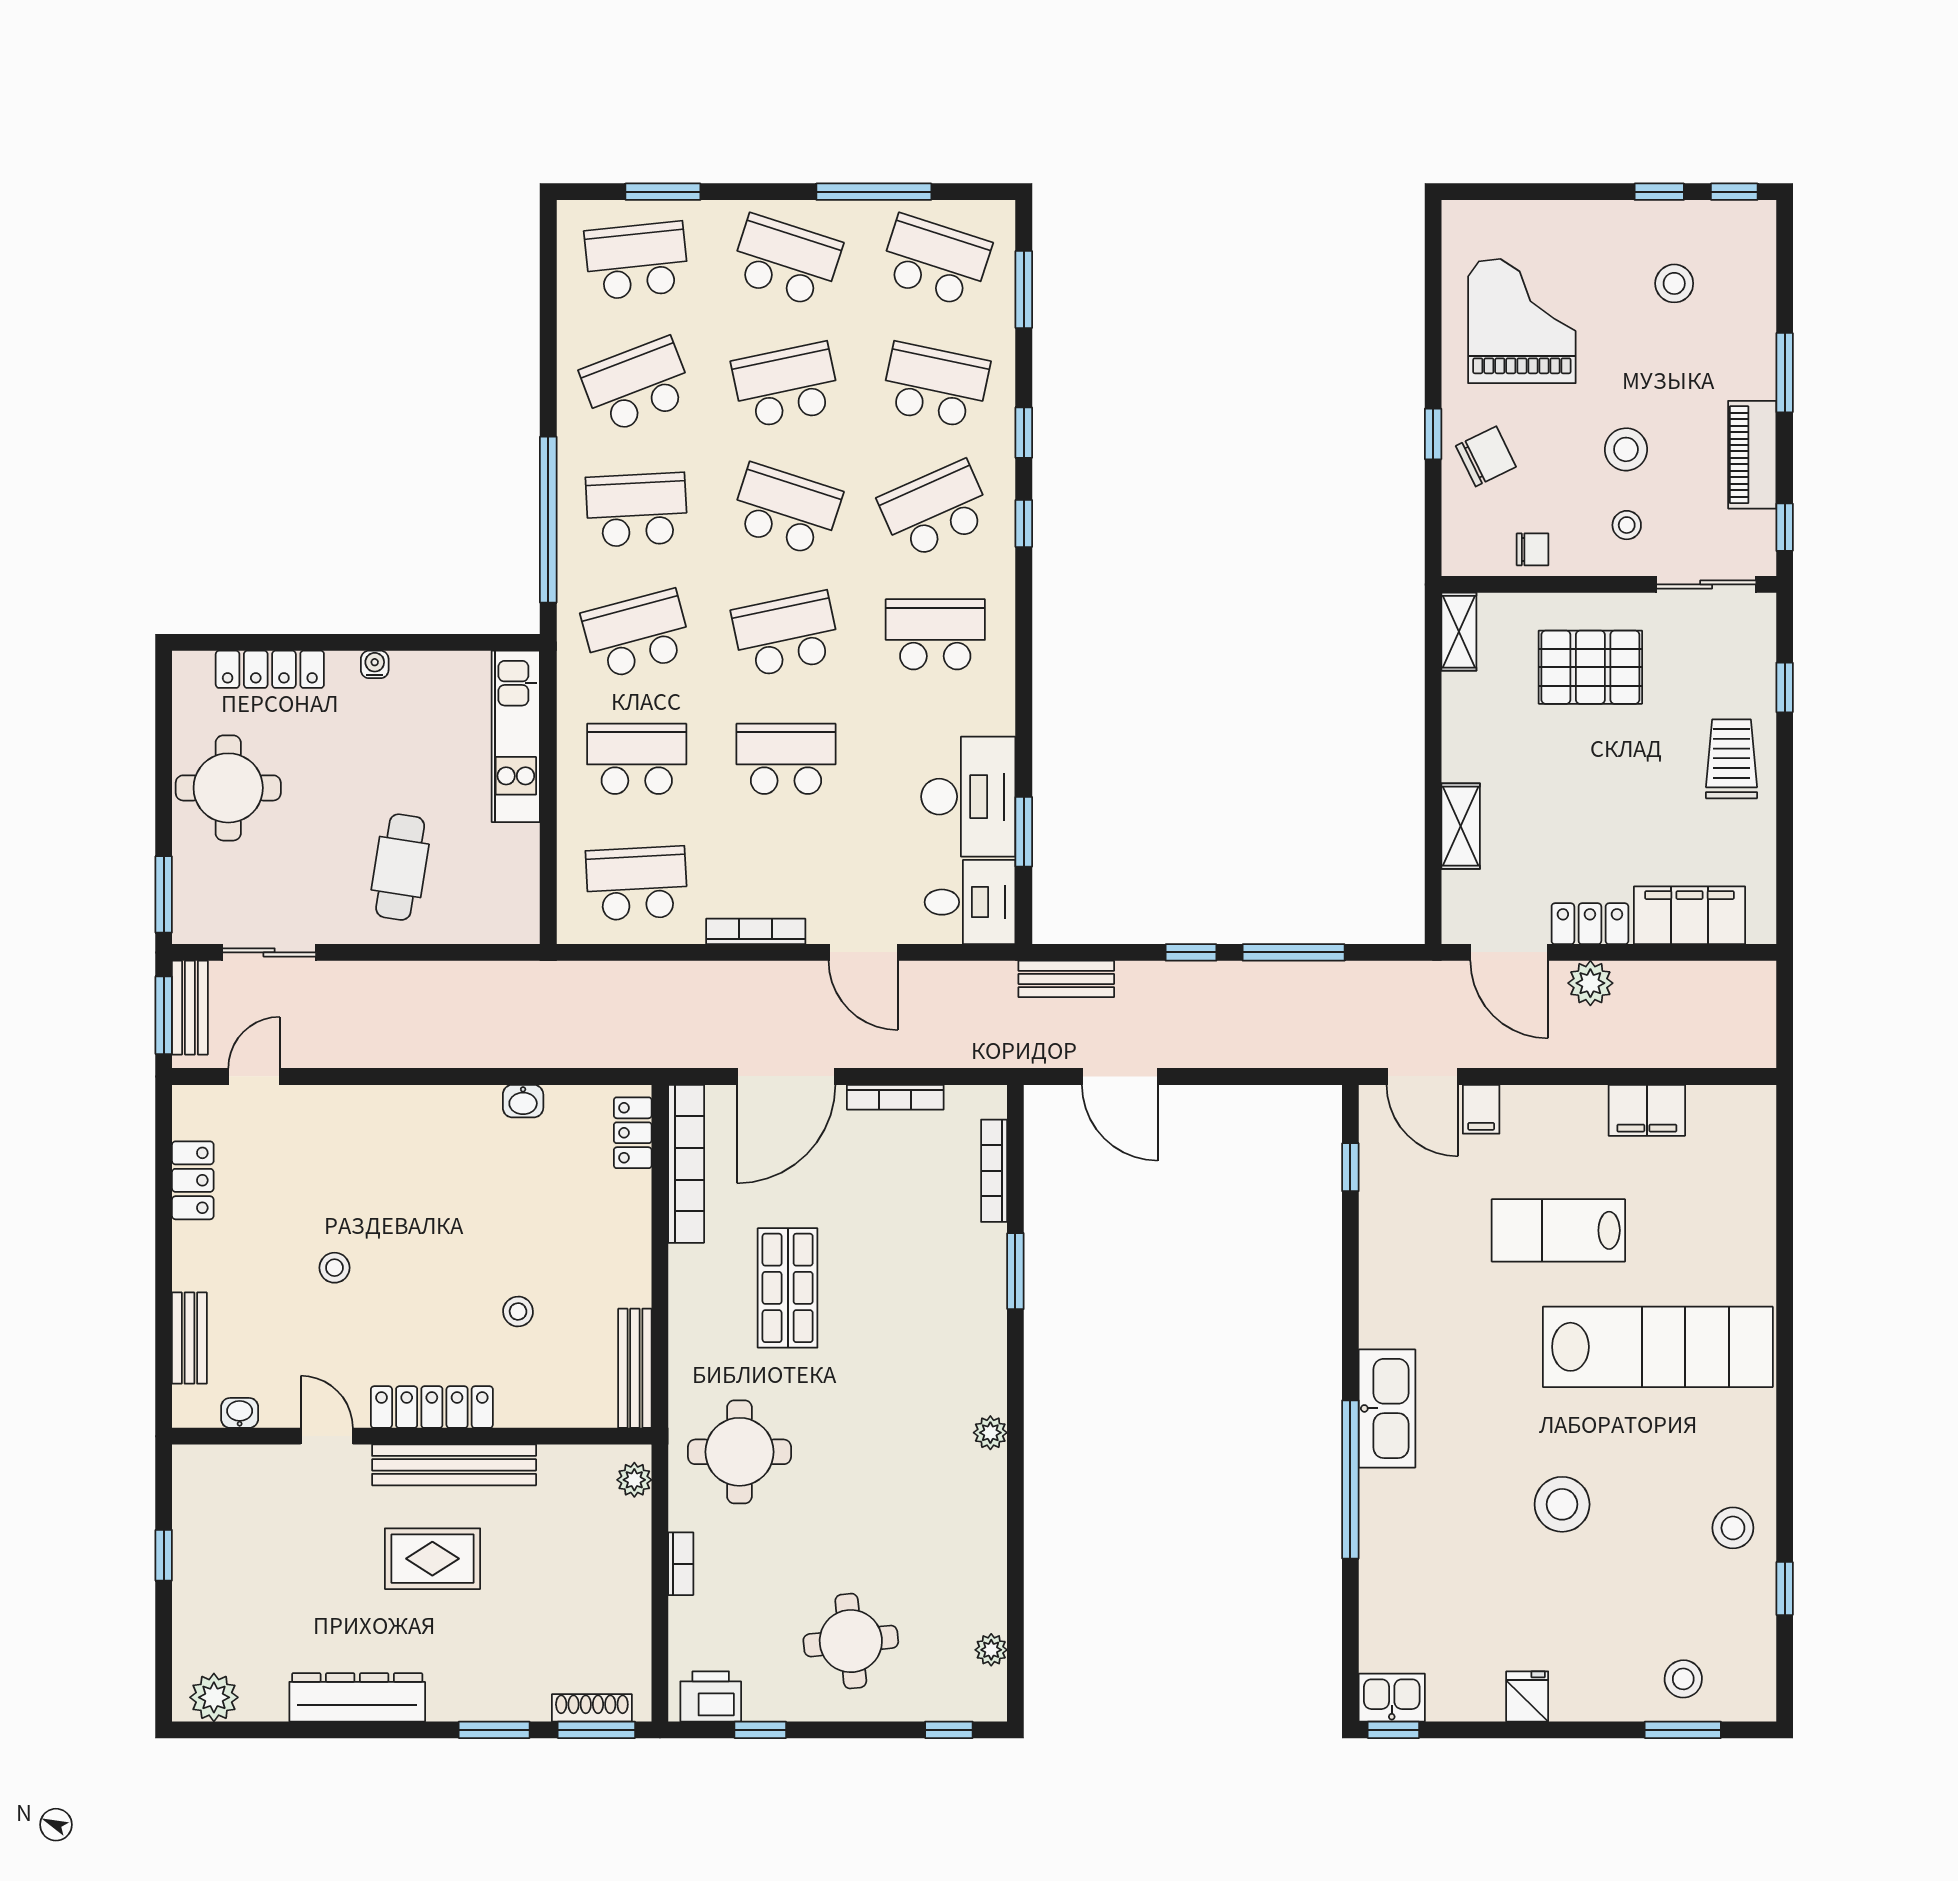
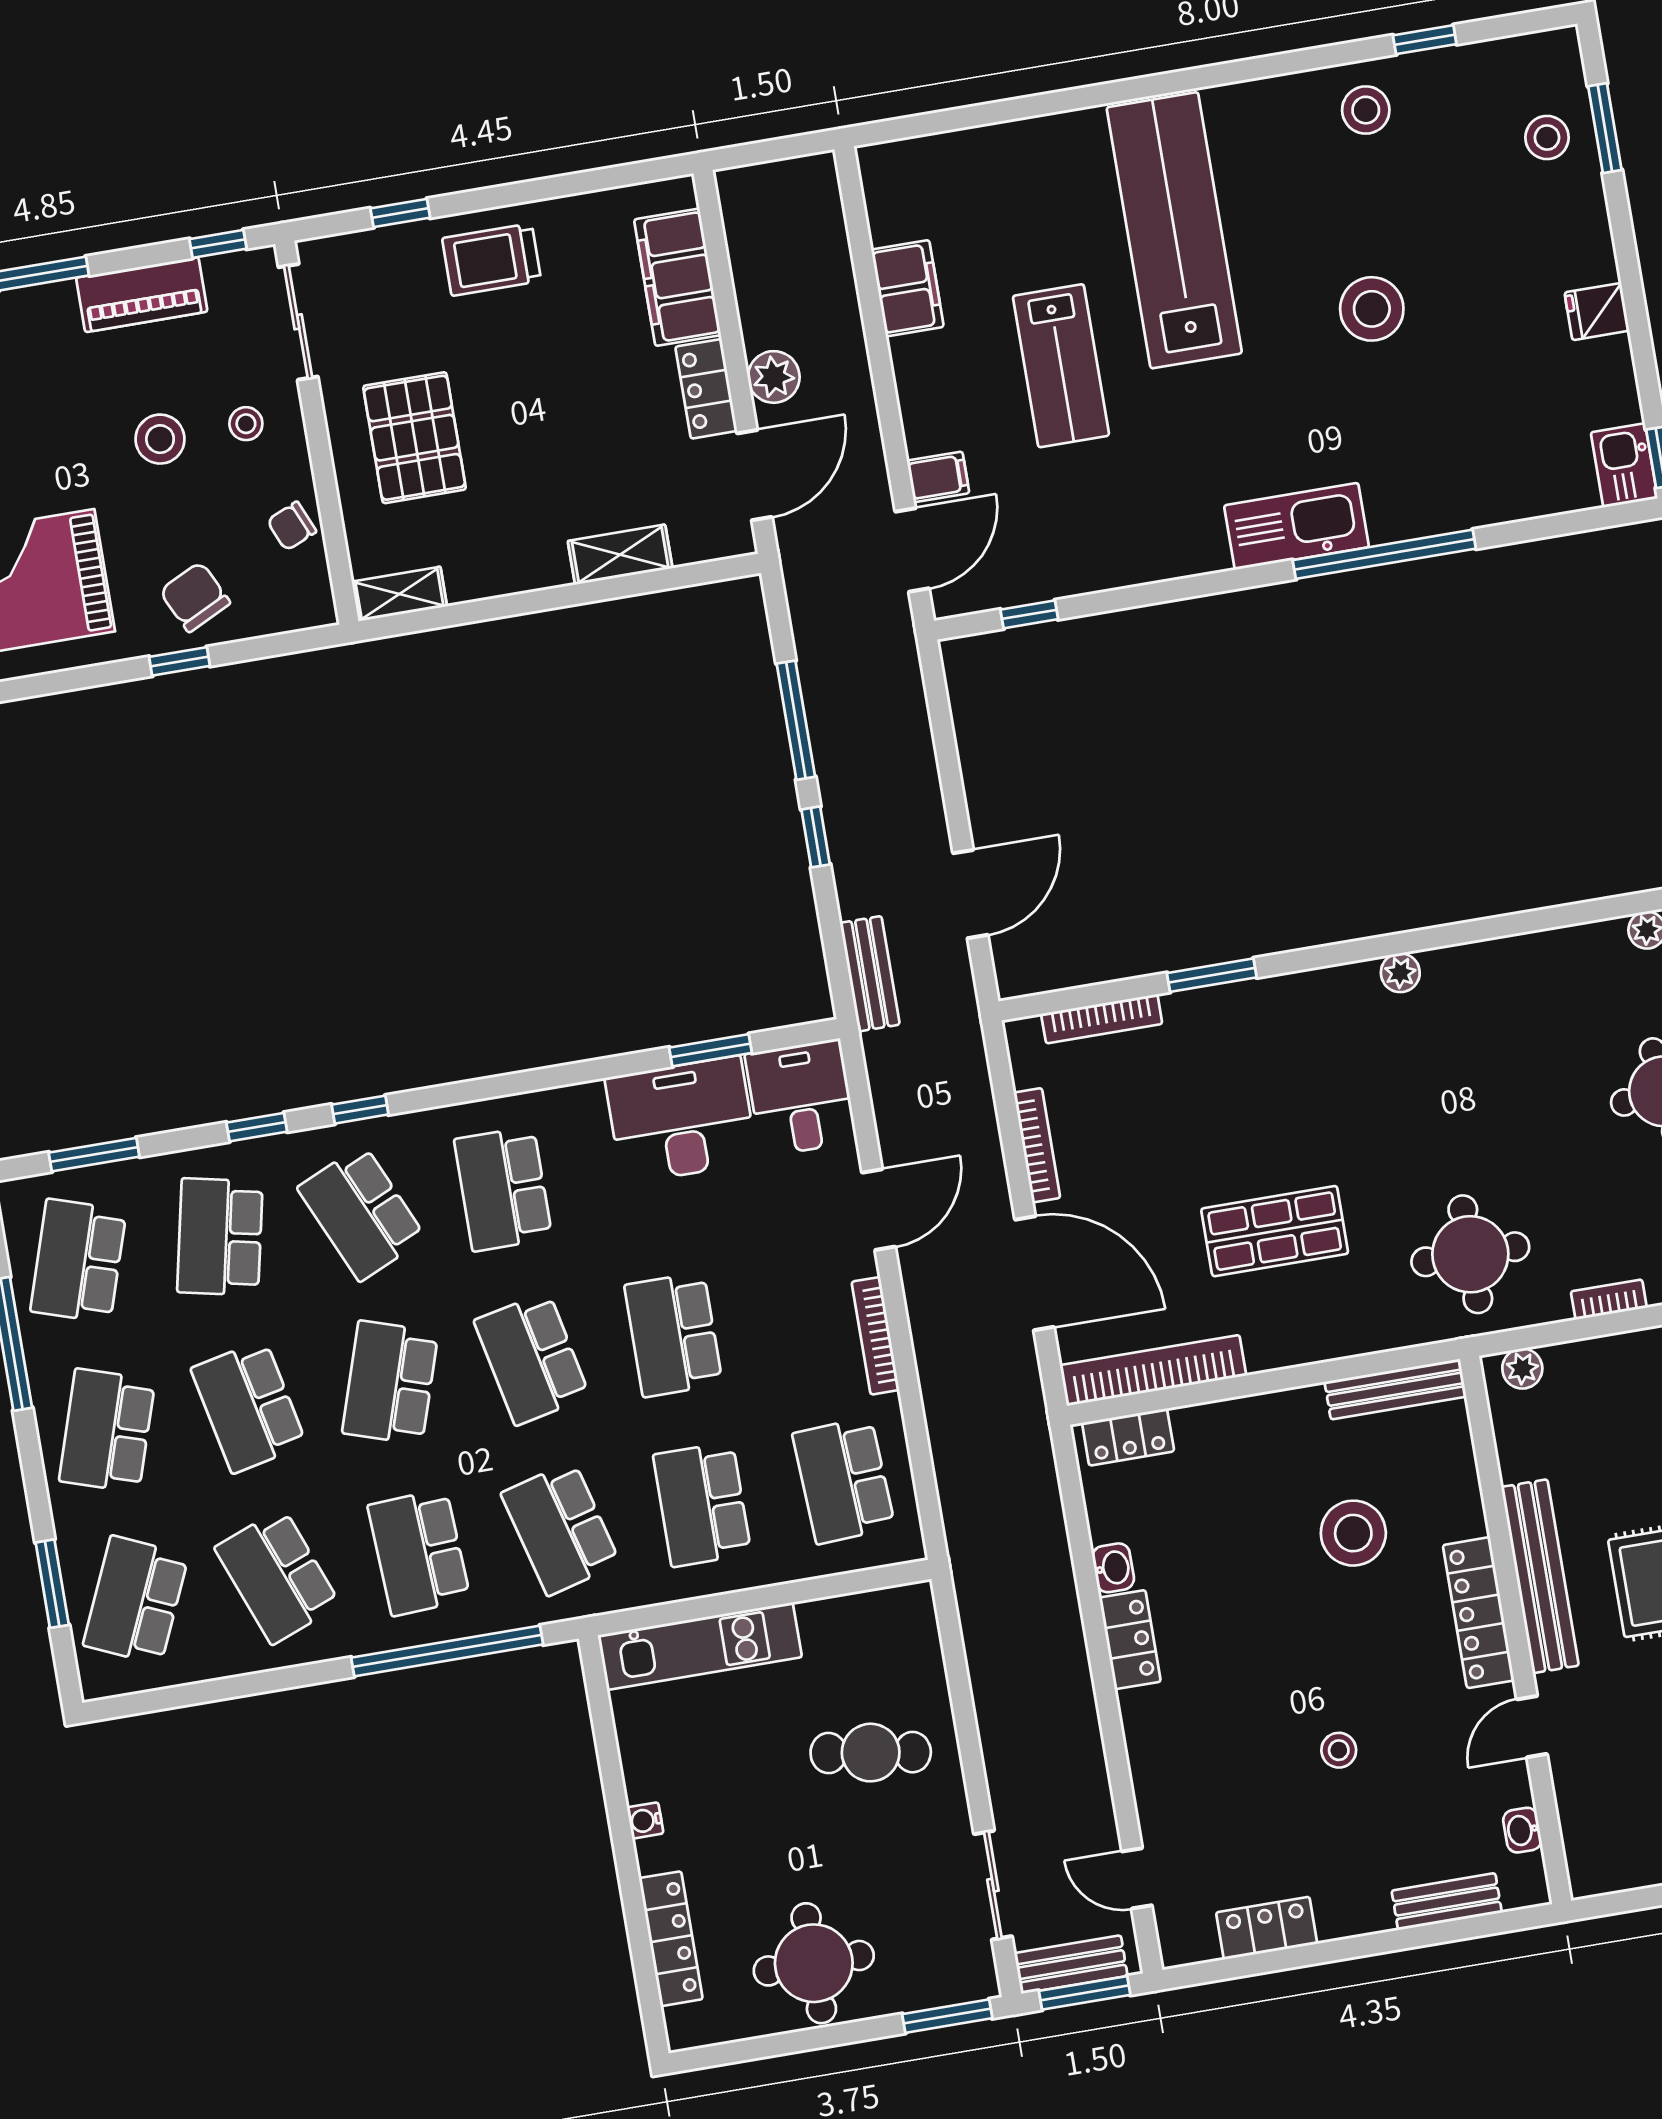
school desk: (637, 261) -> (136, 1600), turned 30
chair: (1533, 549) -> (292, 526), turned -113
locker: (459, 1105) -> (1130, 1640), added
stool: (518, 1311) -> (1353, 1533), width x1.89, depth x1.89

